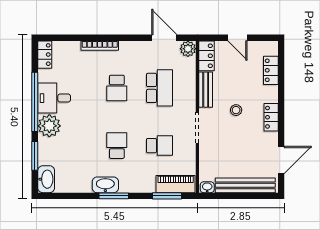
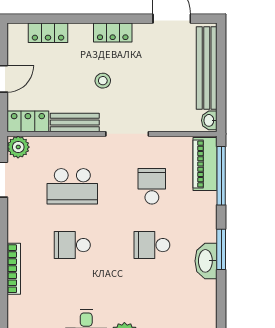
school desk: (117, 88) -> (72, 245), turned 180
school desk: (159, 88) -> (72, 186), turned 180
window: (167, 196) -> (221, 176), width x1.44

